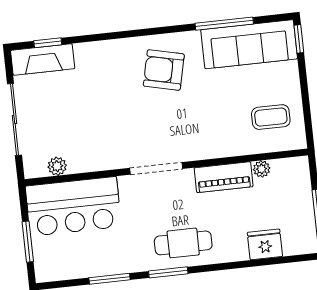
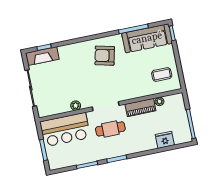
plant: (57, 166) -> (76, 106), moved
cafe table: (183, 243) -> (110, 129), moved

